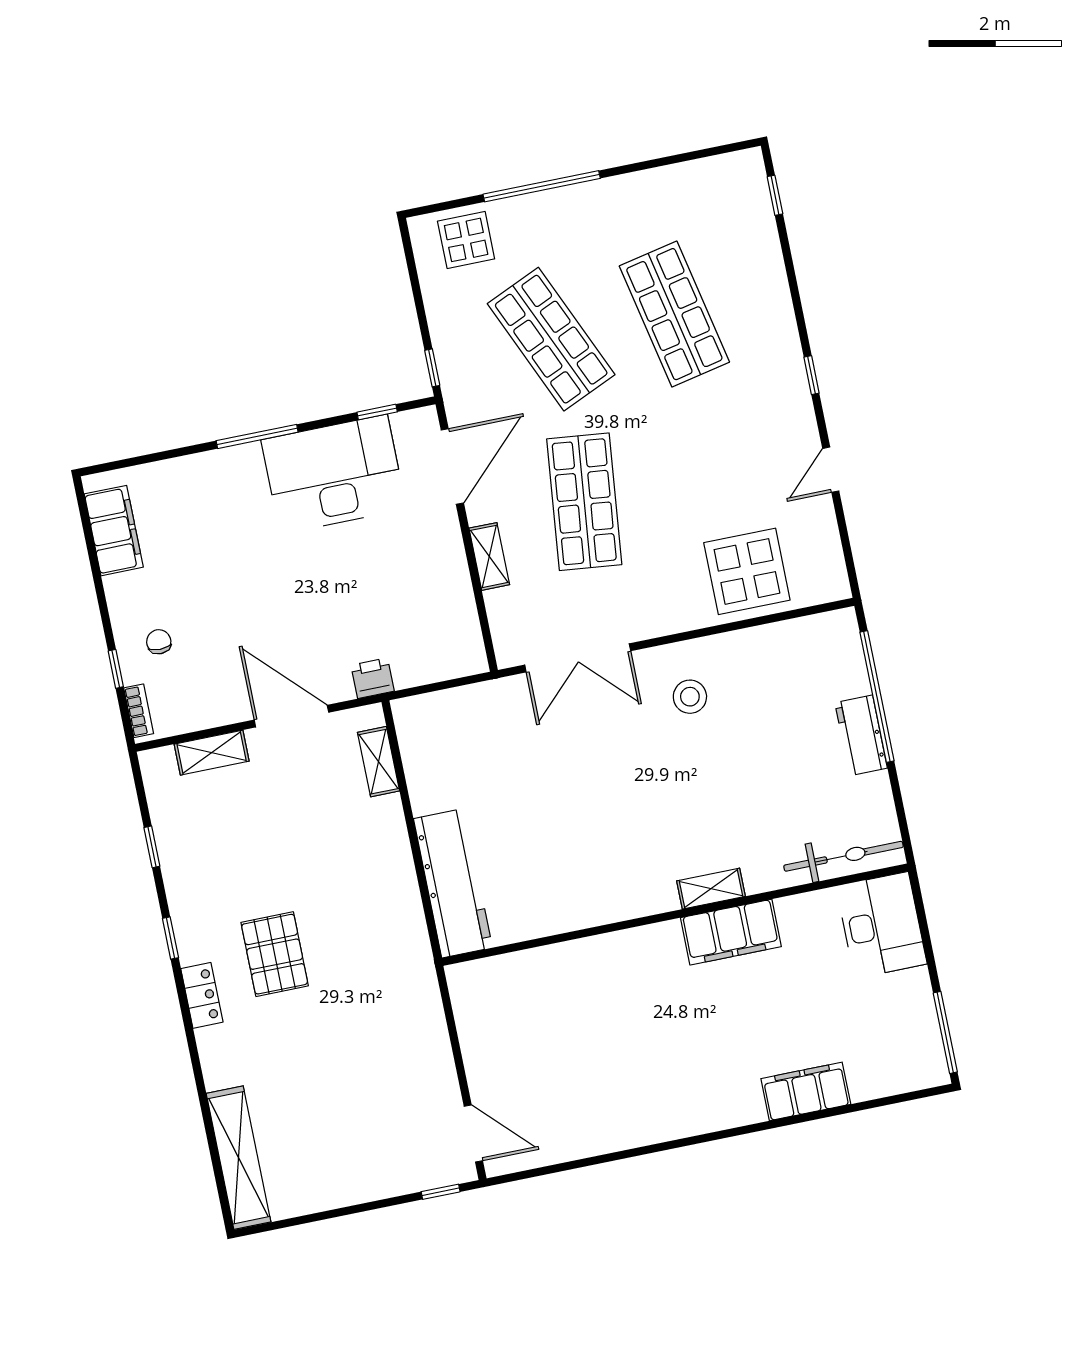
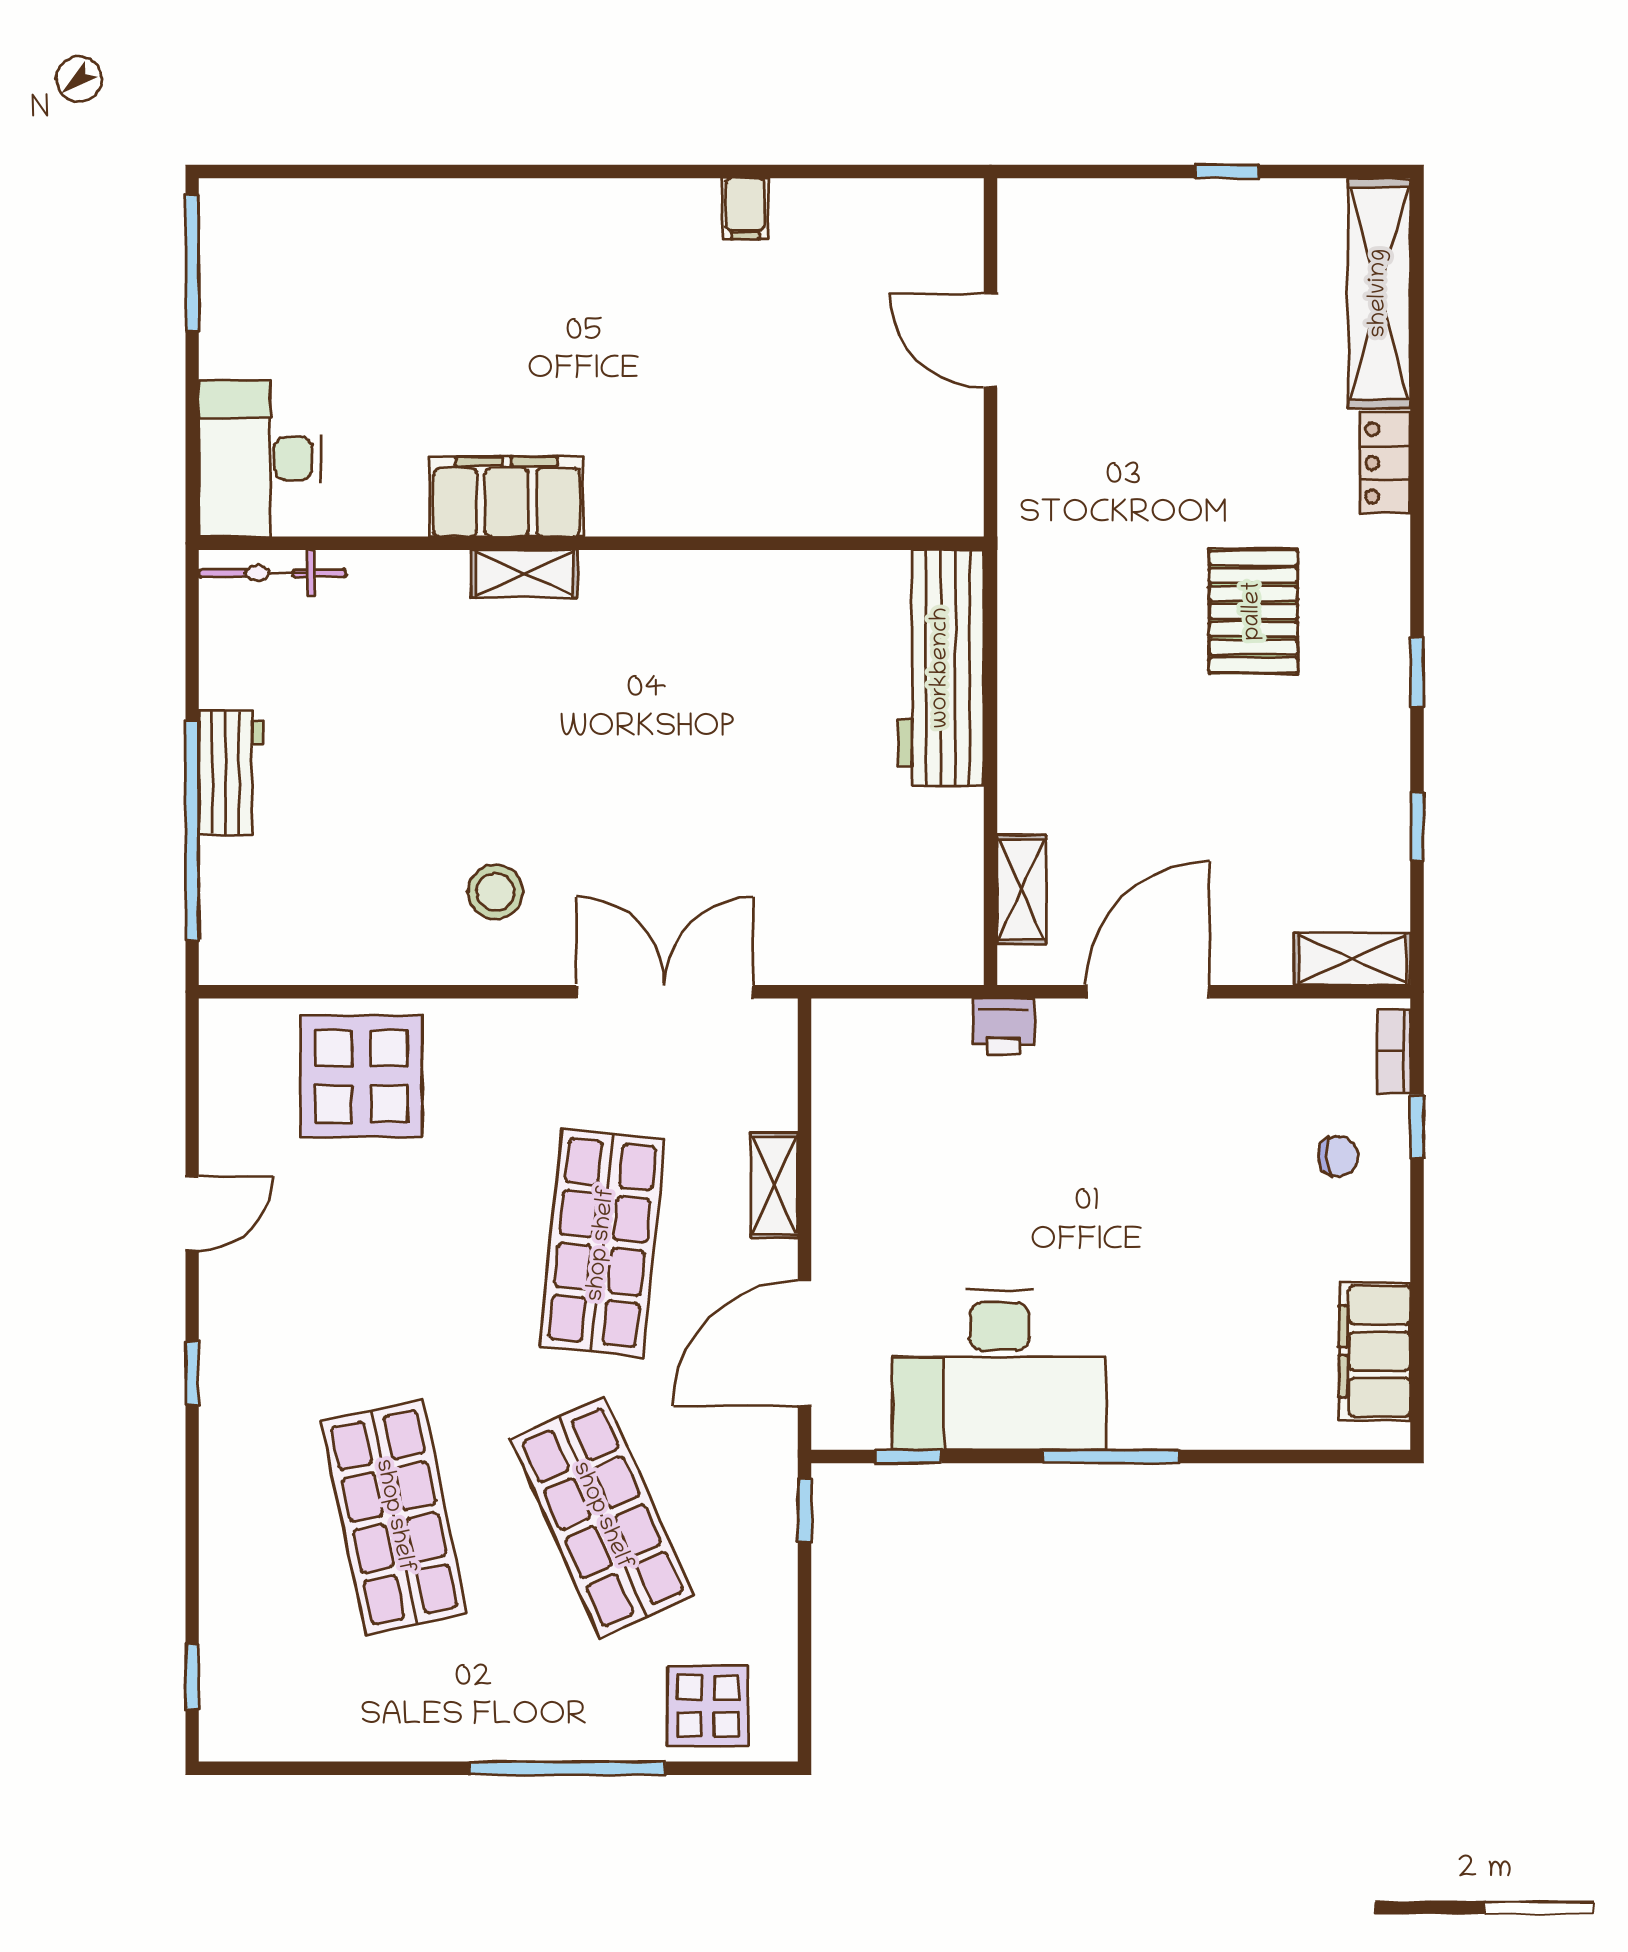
chair: (159, 642) -> (1338, 1156), turned -94
door: (291, 716) -> (1148, 992), swing flipped
shelving: (212, 753) -> (1352, 959), moved
bicycle: (843, 856) -> (272, 573), width x0.73, depth x0.71
locker: (202, 995) -> (1385, 463), moved
filing cabinet: (806, 1091) -> (745, 209), moved, width x0.33, depth x0.86
door: (473, 1134) -> (990, 340), moved
window: (441, 1192) -> (1227, 171), moved

